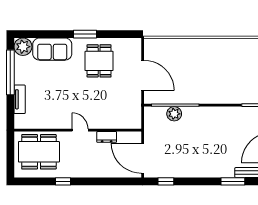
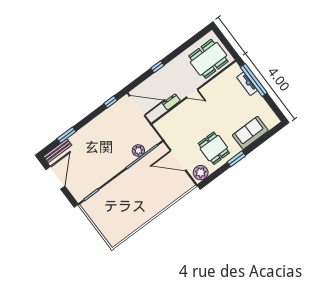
plant: (23, 47) -> (201, 173), moved
window: (10, 72) -> (254, 80), moved
window: (63, 181) -> (157, 67), moved

